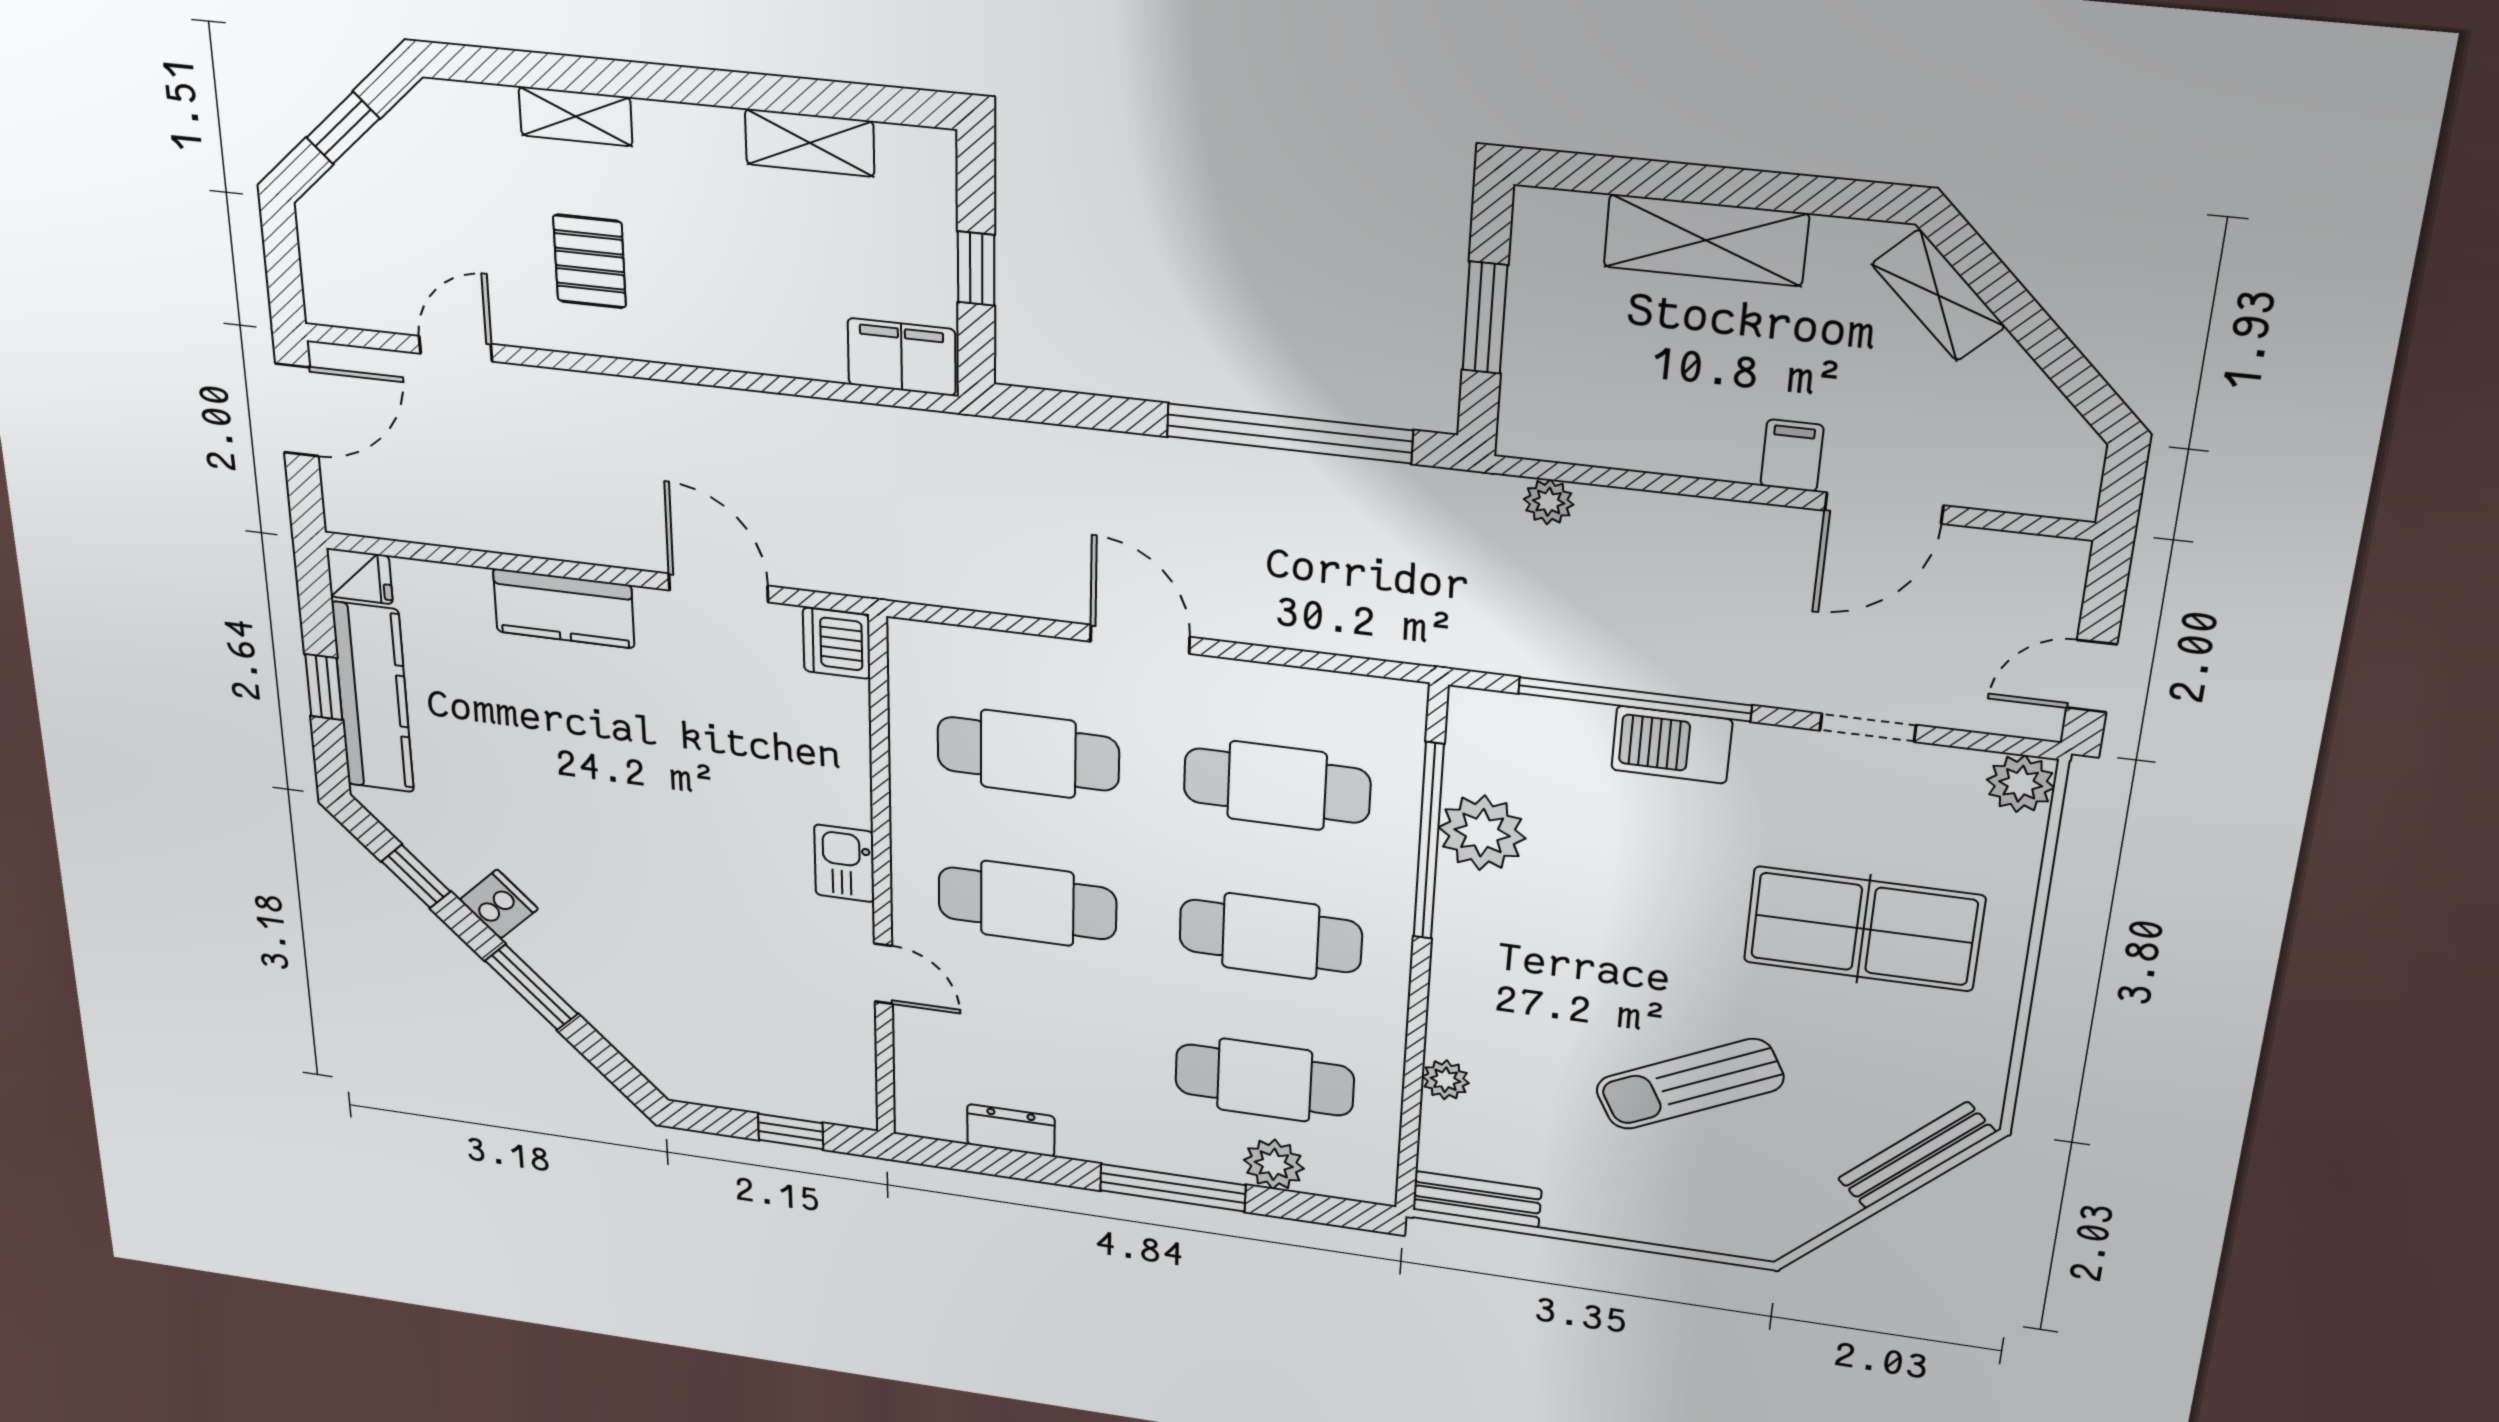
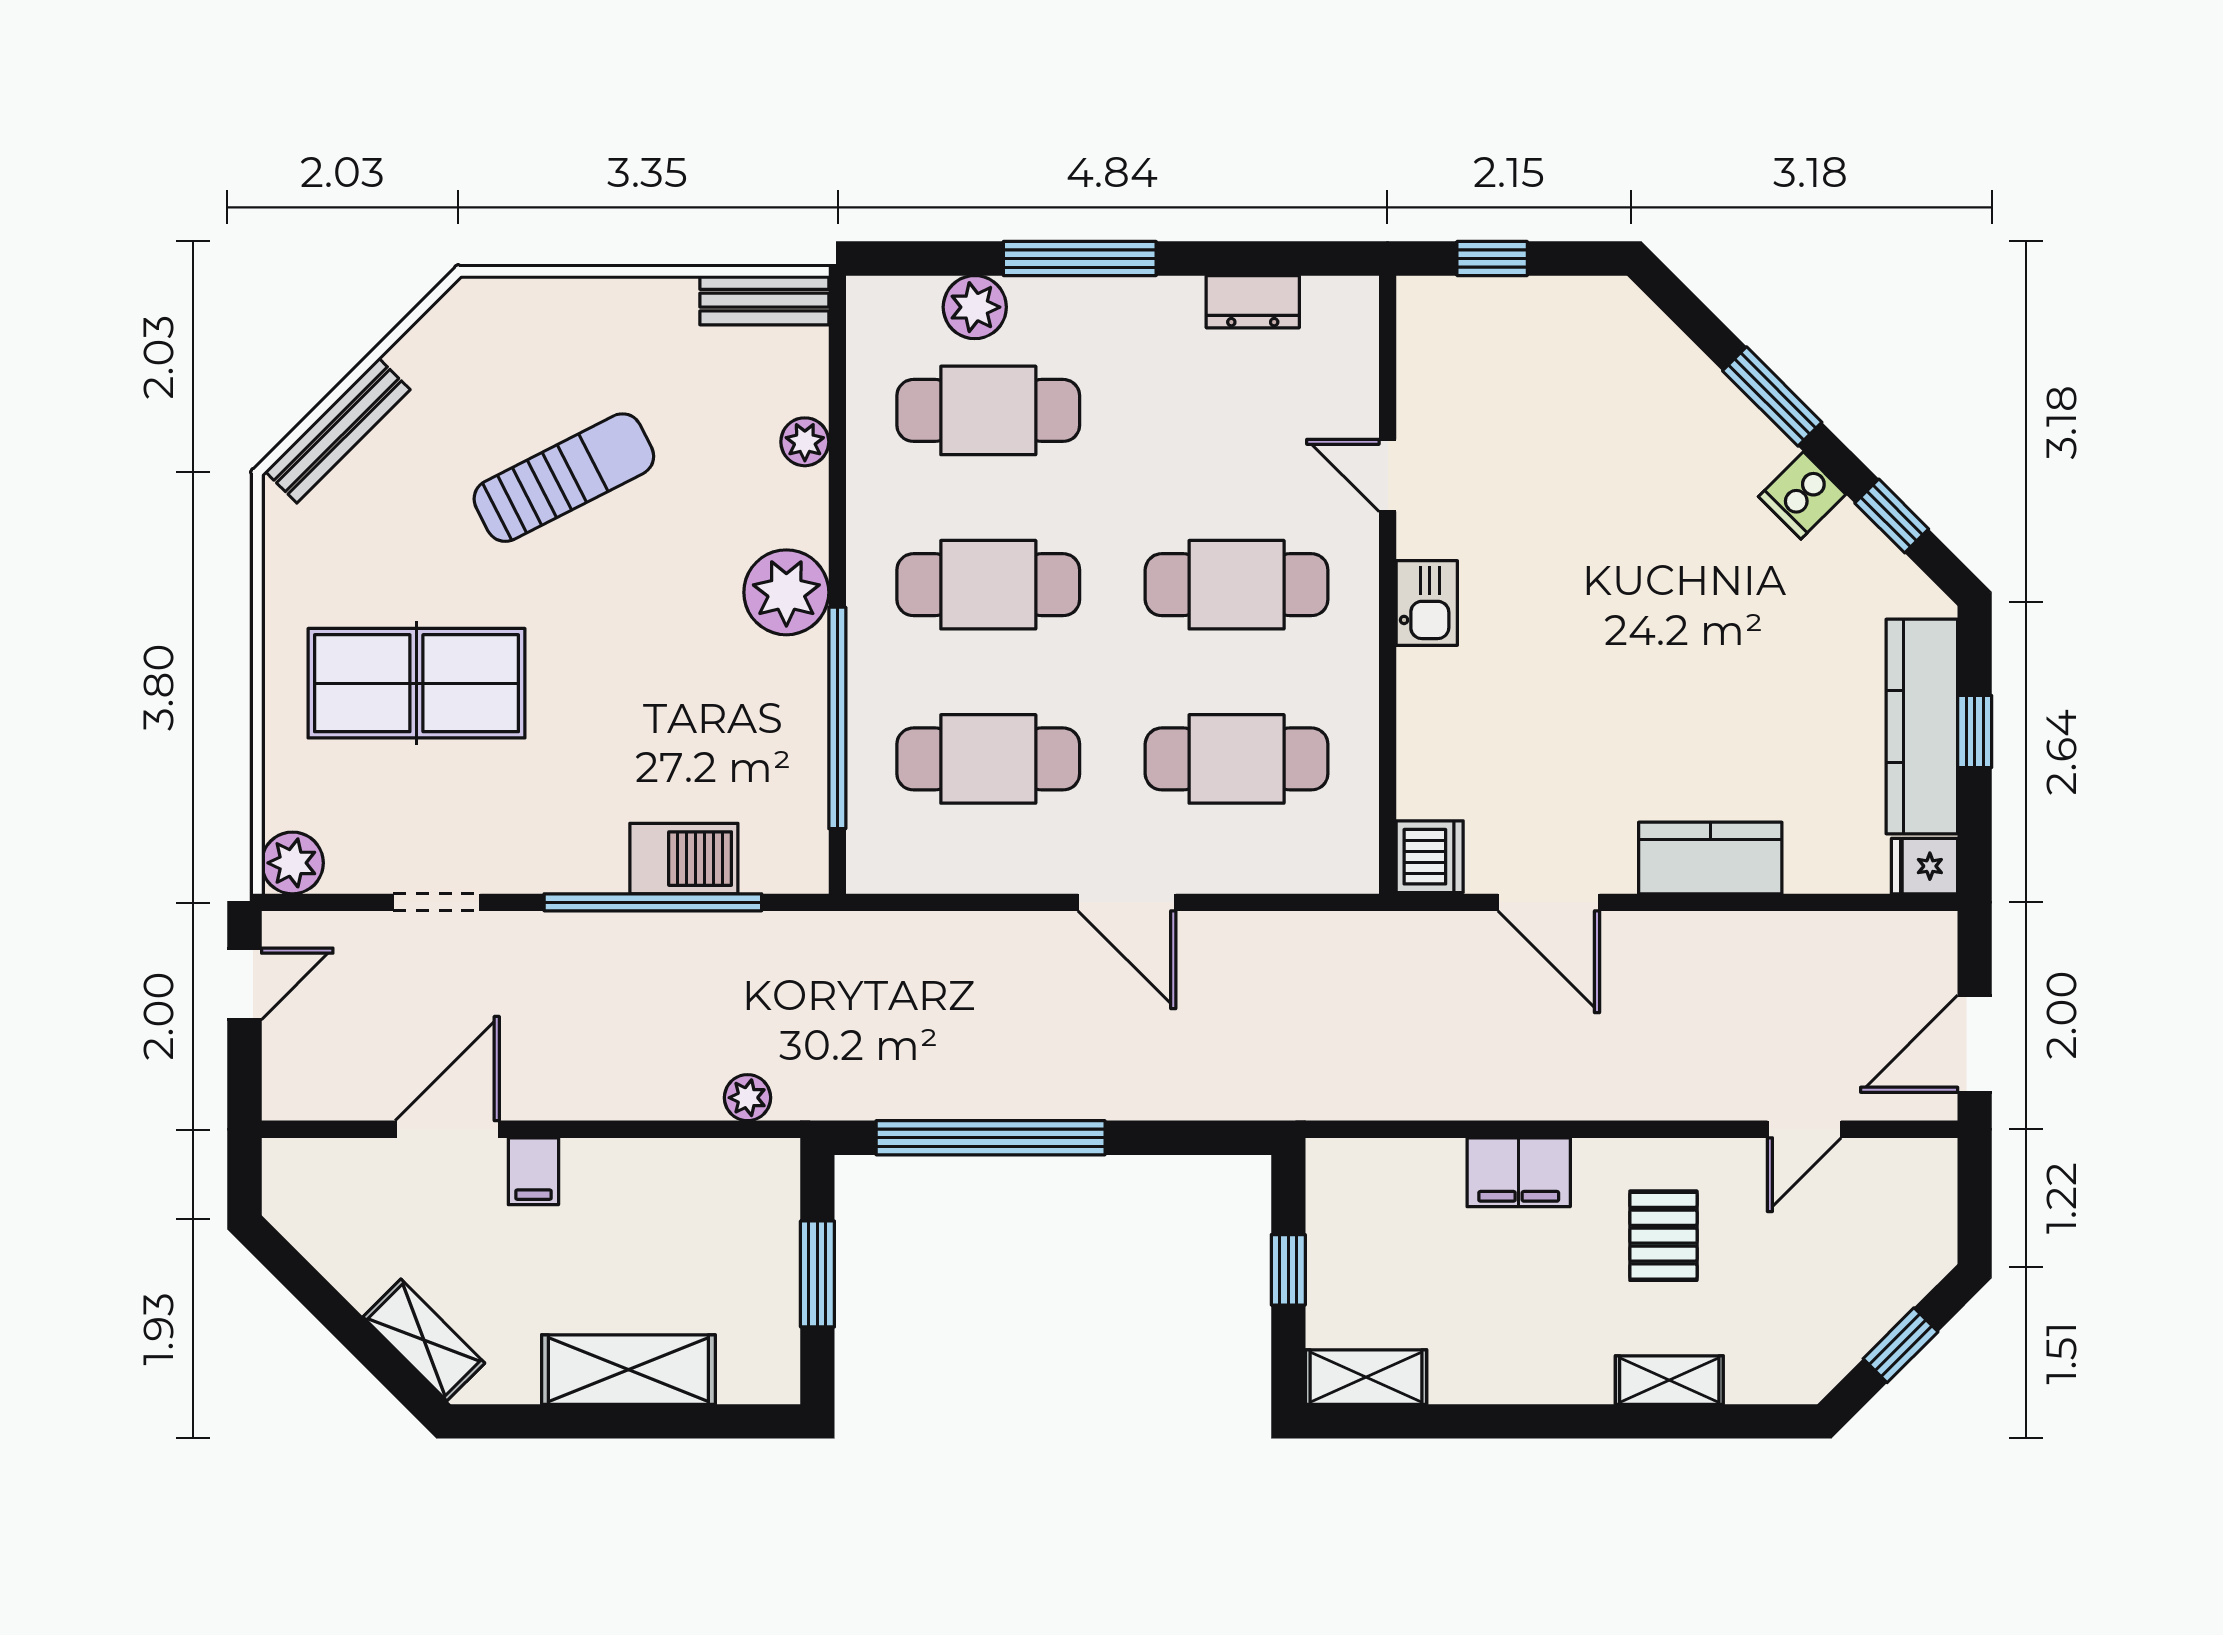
shelving: (810, 143) -> (1366, 1377), moved
filing cabinet: (902, 357) -> (1519, 1172), moved
barbecue: (1672, 745) -> (684, 859), moved
plant: (1482, 833) -> (786, 592), moved

